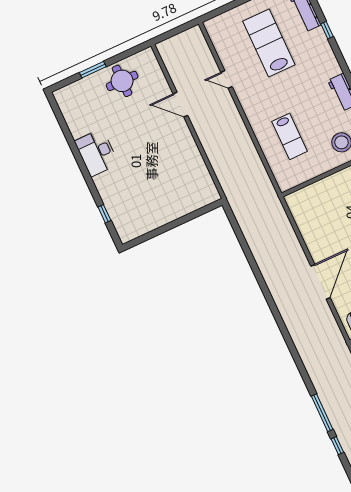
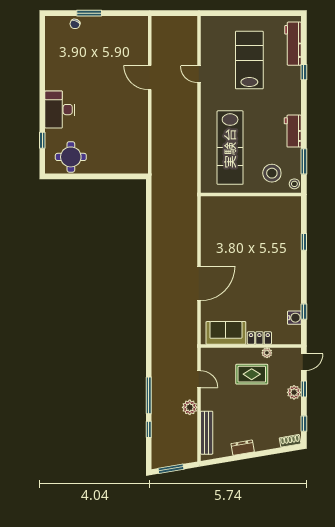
round table: (122, 81) -> (71, 157), moved
chair: (84, 86) -> (75, 24), added
lab bench: (290, 136) -> (230, 148), width x1.86, depth x1.39
desk: (97, 153) -> (60, 110), moved

